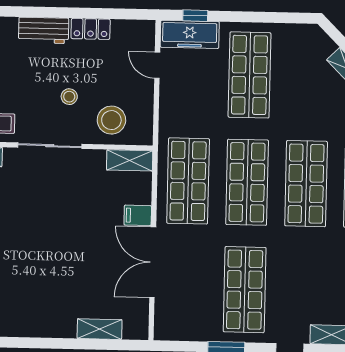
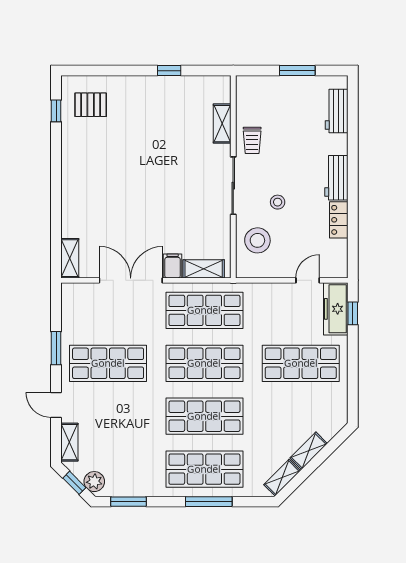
shelving: (130, 160) -> (204, 269), moved, turned 90
shelving: (100, 329) -> (70, 258), moved

